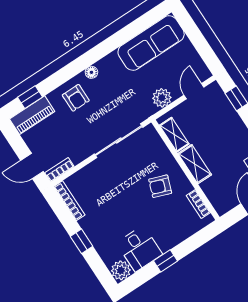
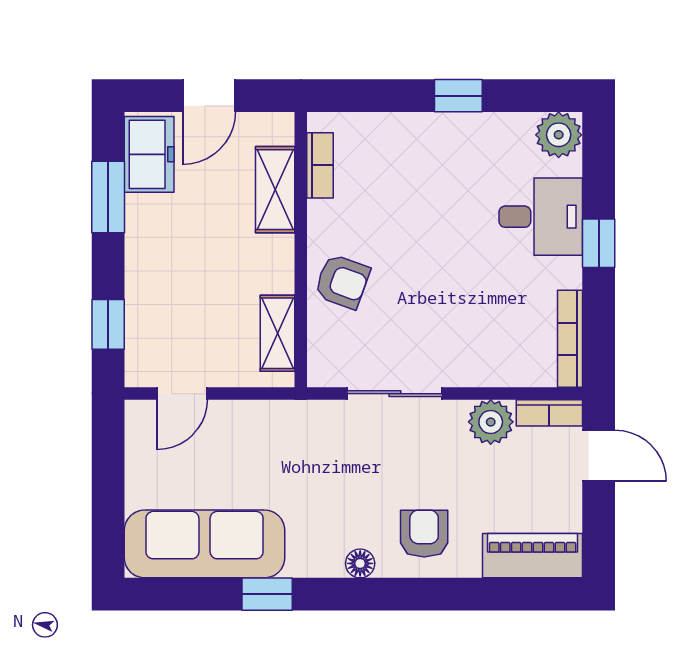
window: (30, 97) -> (267, 594), moved
plant: (162, 98) -> (491, 422), moved
sliding door: (119, 141) -> (395, 394), width x0.73
shelving: (195, 164) -> (275, 190), moved
armchair: (160, 186) -> (342, 282), moved
desk: (139, 249) -> (541, 217), moved, turned 90

